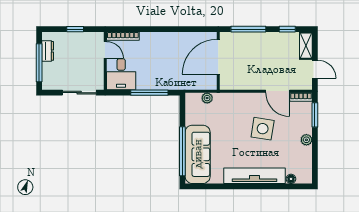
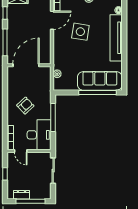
door: (105, 50) -> (21, 151), swing flipped
armchair: (165, 56) -> (25, 106), added
door: (218, 57) -> (26, 65), swing flipped
desk: (121, 74) -> (39, 135), width x1.37

